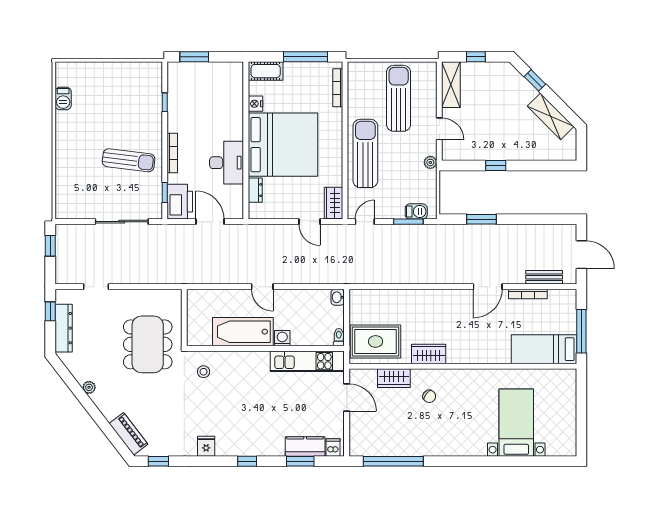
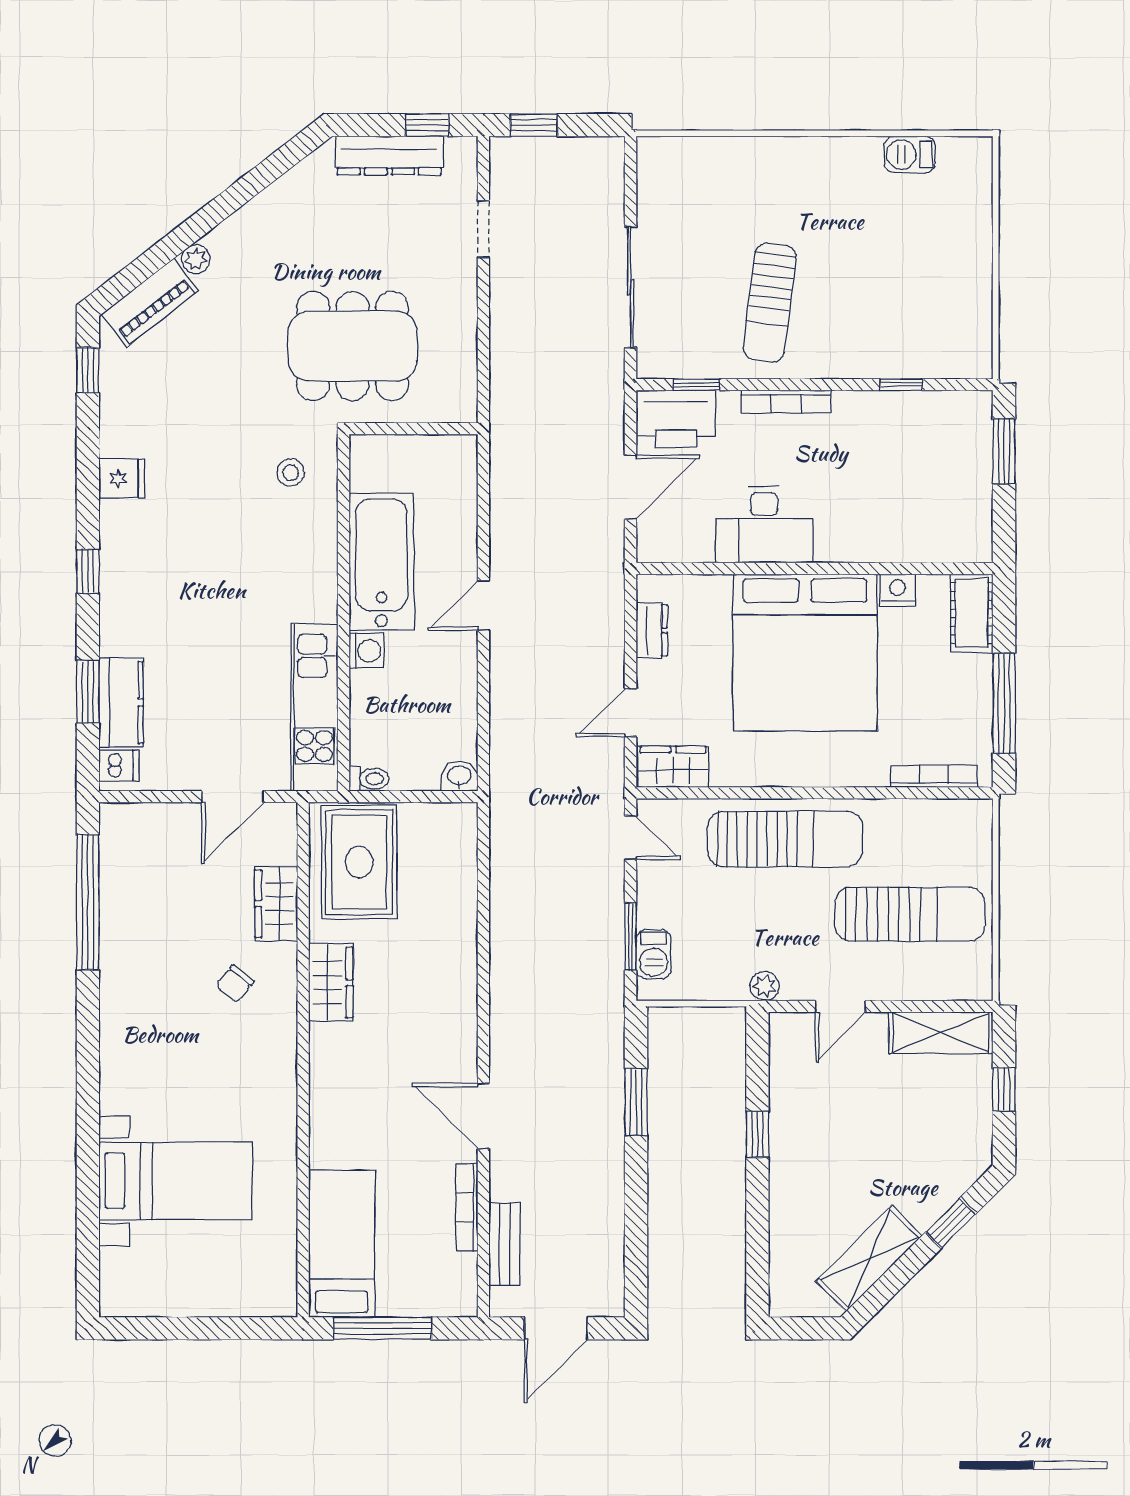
dresser: (255, 190) -> (652, 630), moved, turned -90
window: (50, 246) -> (534, 125), moved
plant: (89, 387) -> (196, 259), moved

